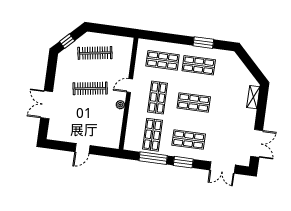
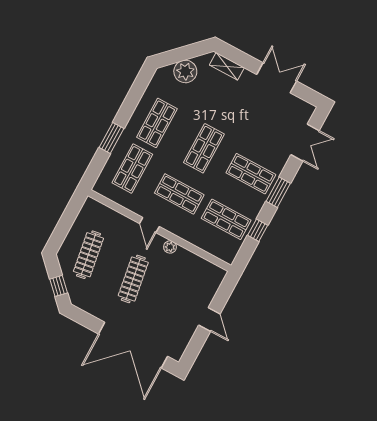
window: (203, 43) -> (111, 138), moved
plant: (240, 71) -> (185, 71), added
double door: (47, 105) -> (133, 345), width x1.87
shop shelf: (189, 140) -> (251, 174), turned 90
double door: (257, 143) -> (277, 78), moved
window: (153, 158) -> (258, 230), width x0.46

